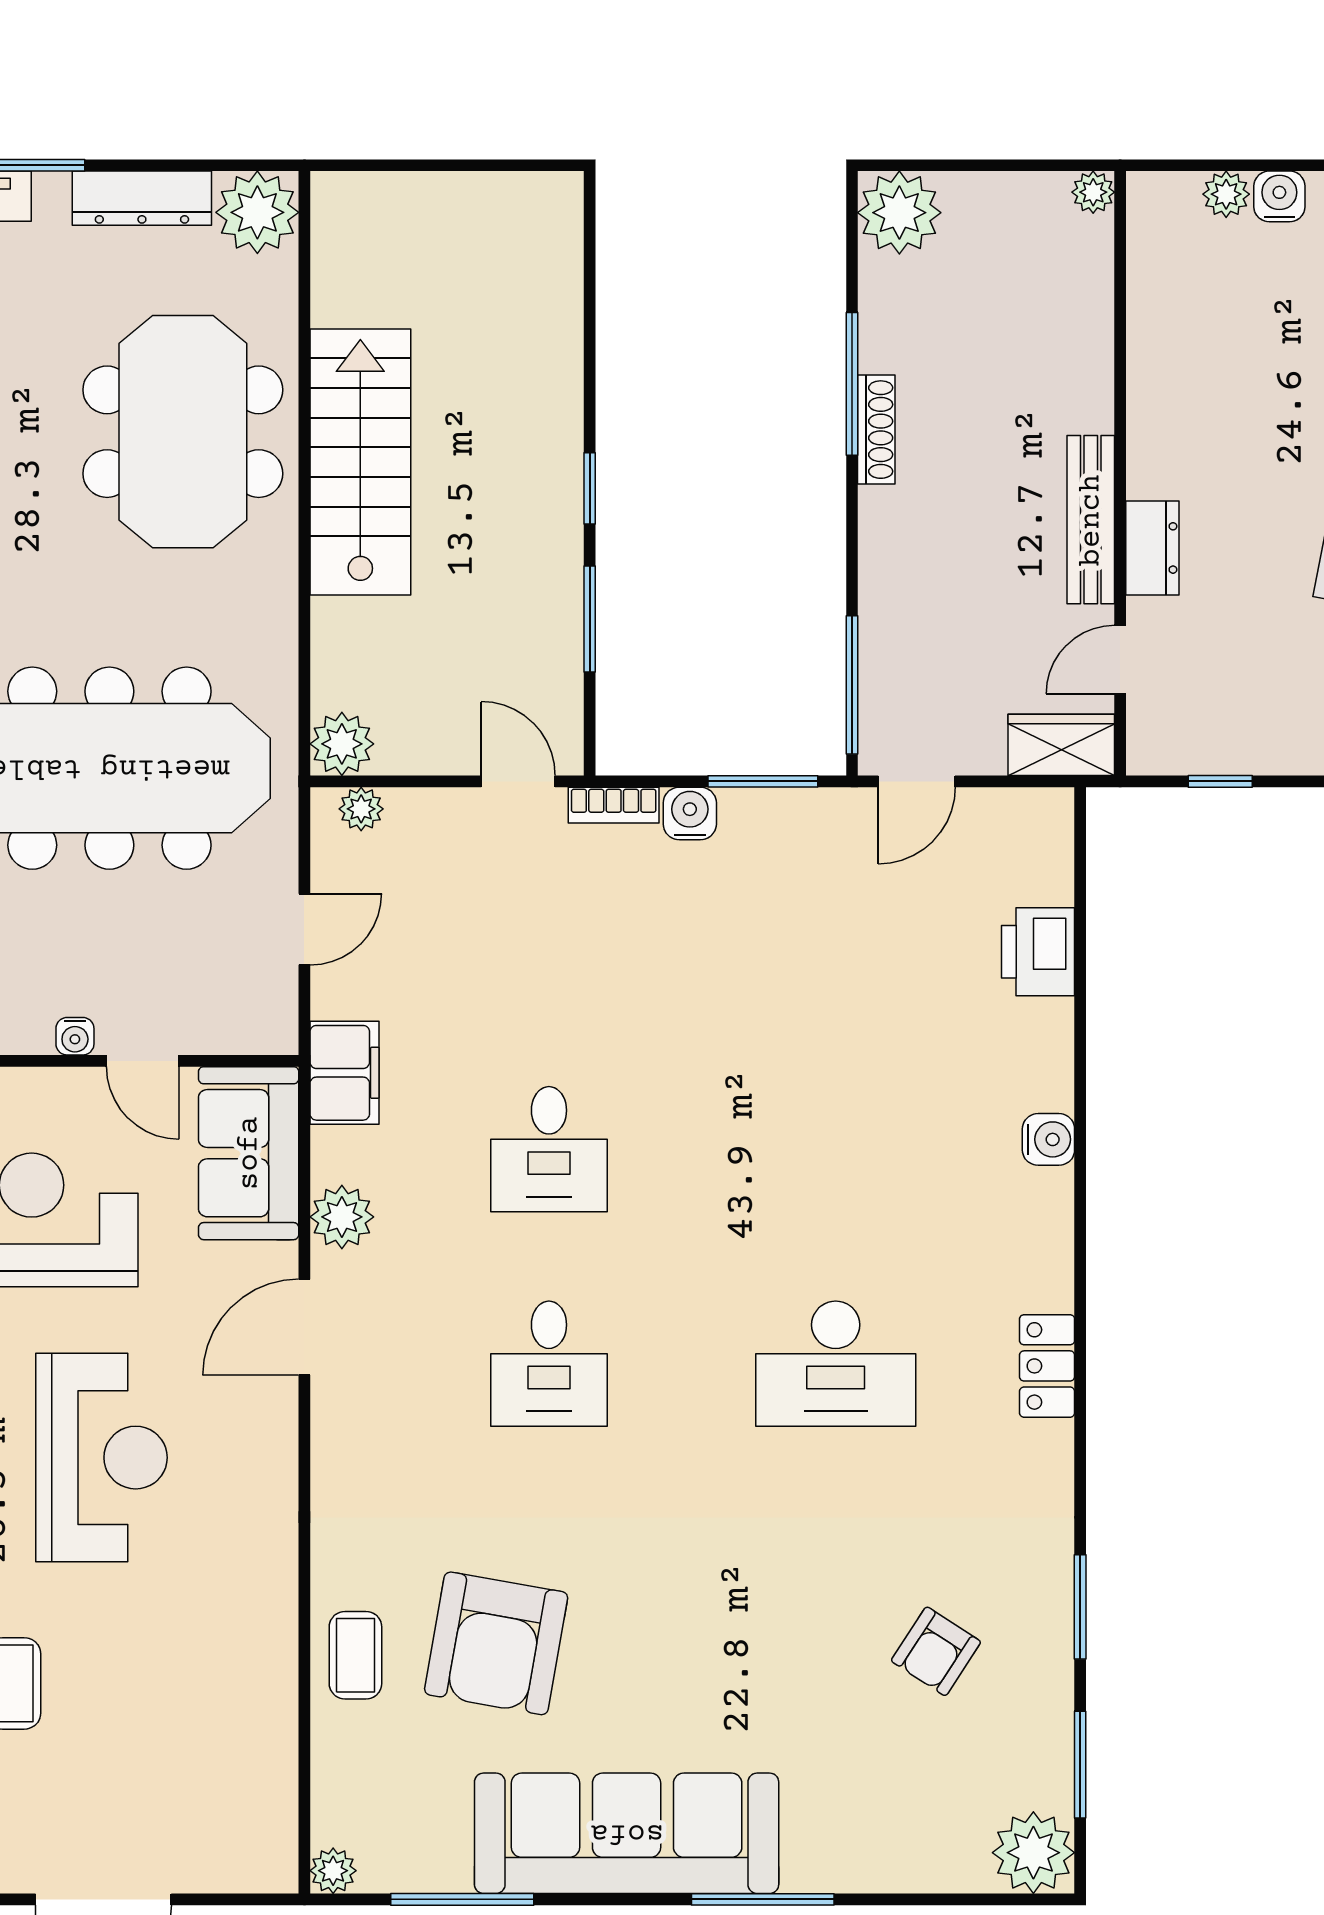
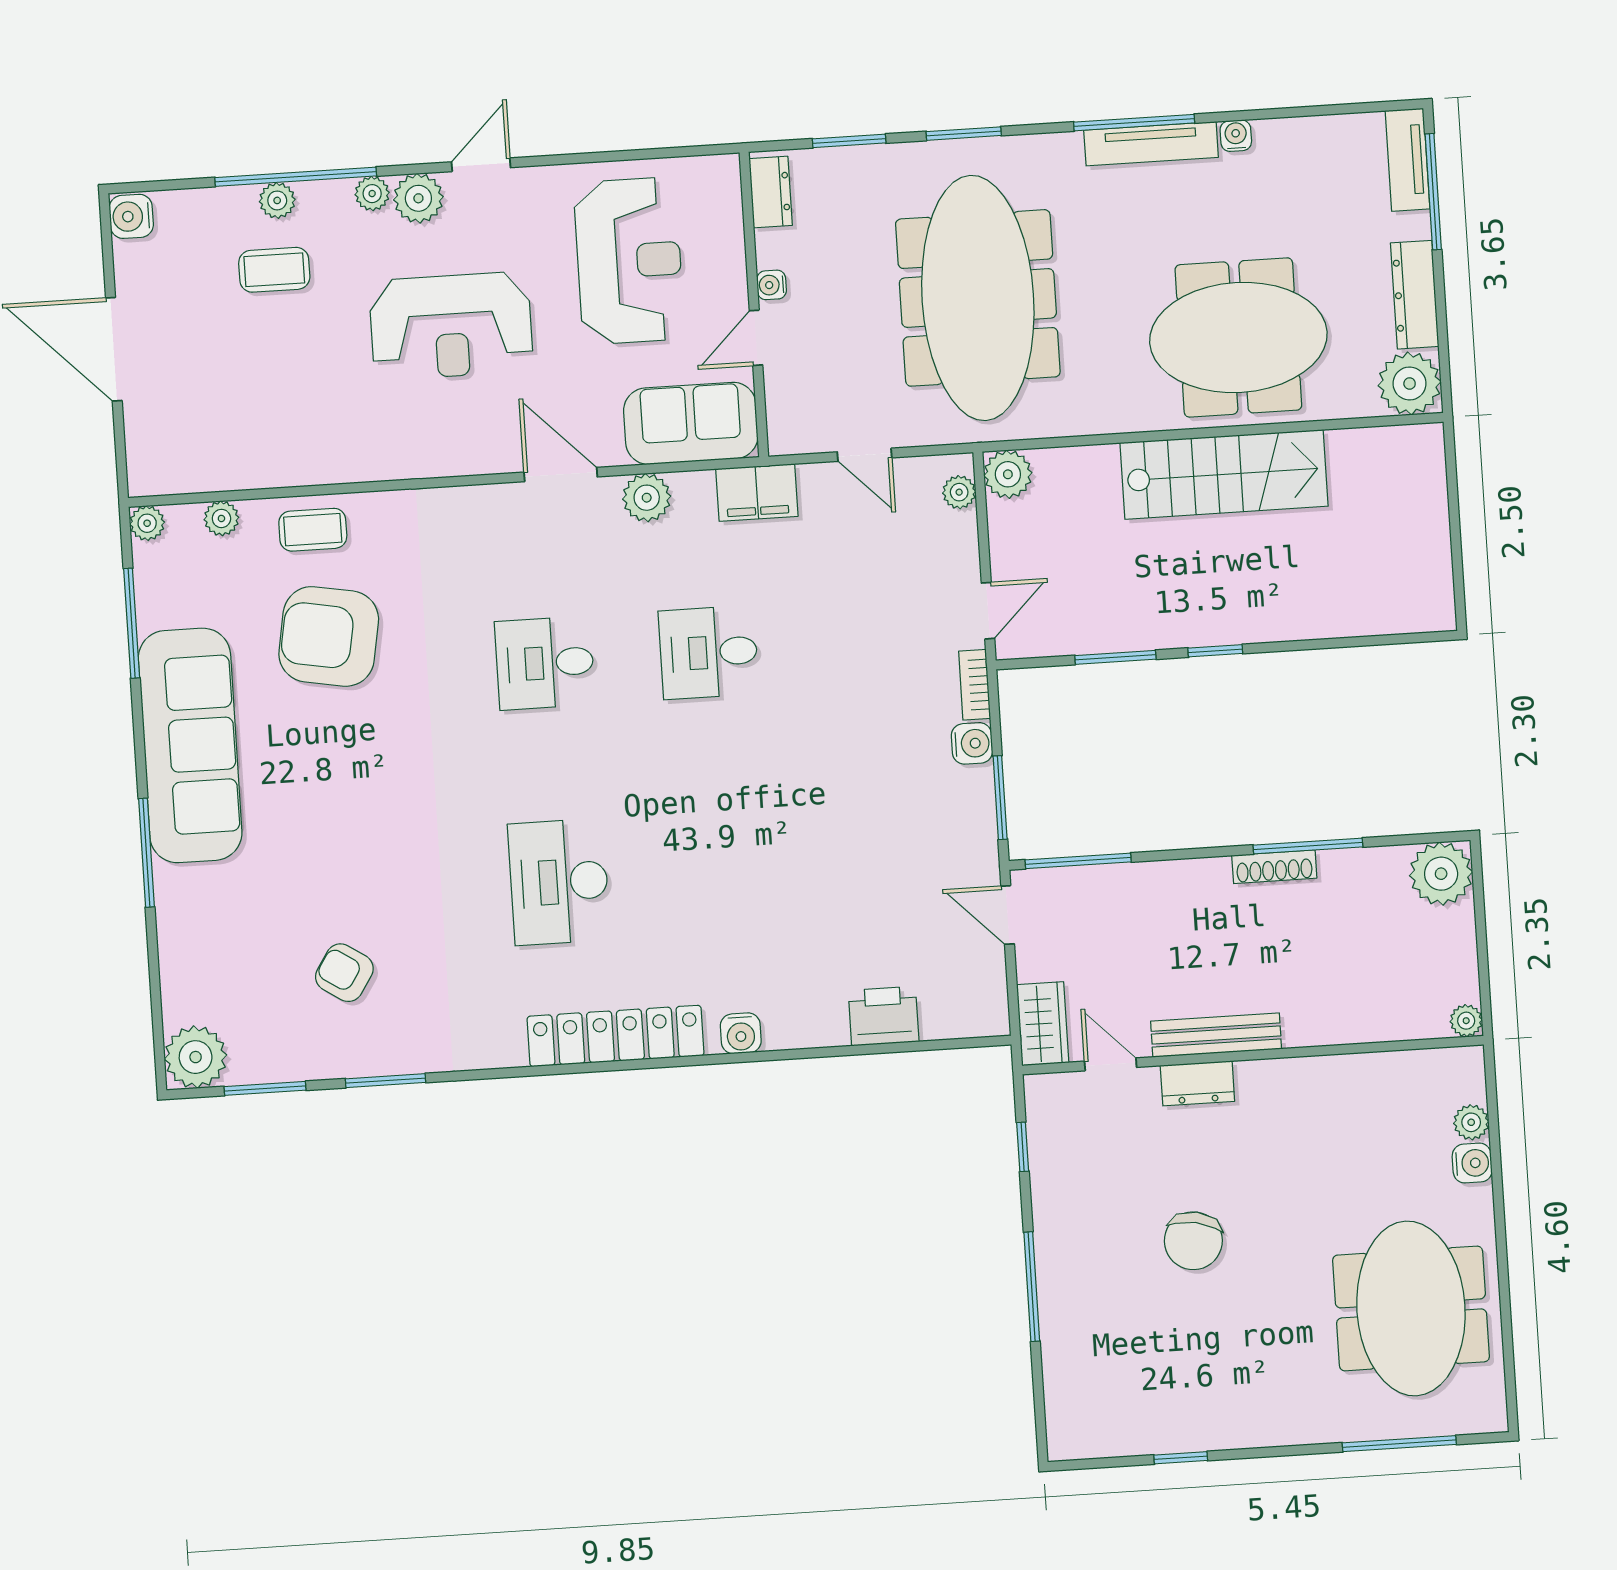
locker: (1047, 1366) -> (615, 1036), width x2.16, depth x1.21
plant: (333, 1773) -> (221, 518), added

